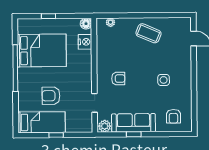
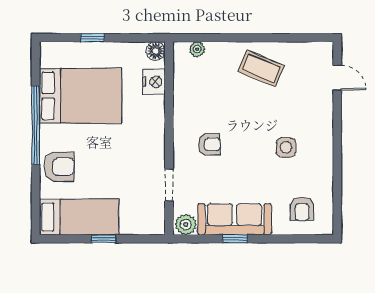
armchair: (51, 96) -> (59, 167), moved, turned 180

